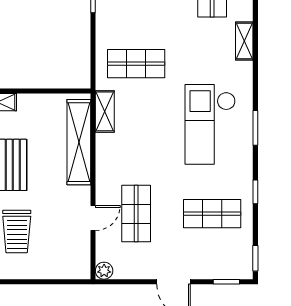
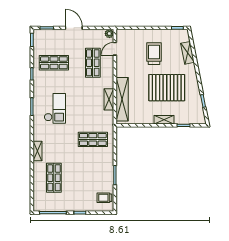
shelving: (105, 111) -> (109, 99), moved
checkout: (210, 124) -> (55, 108), width x0.73, depth x0.83
door: (93, 218) -> (115, 49), moved

